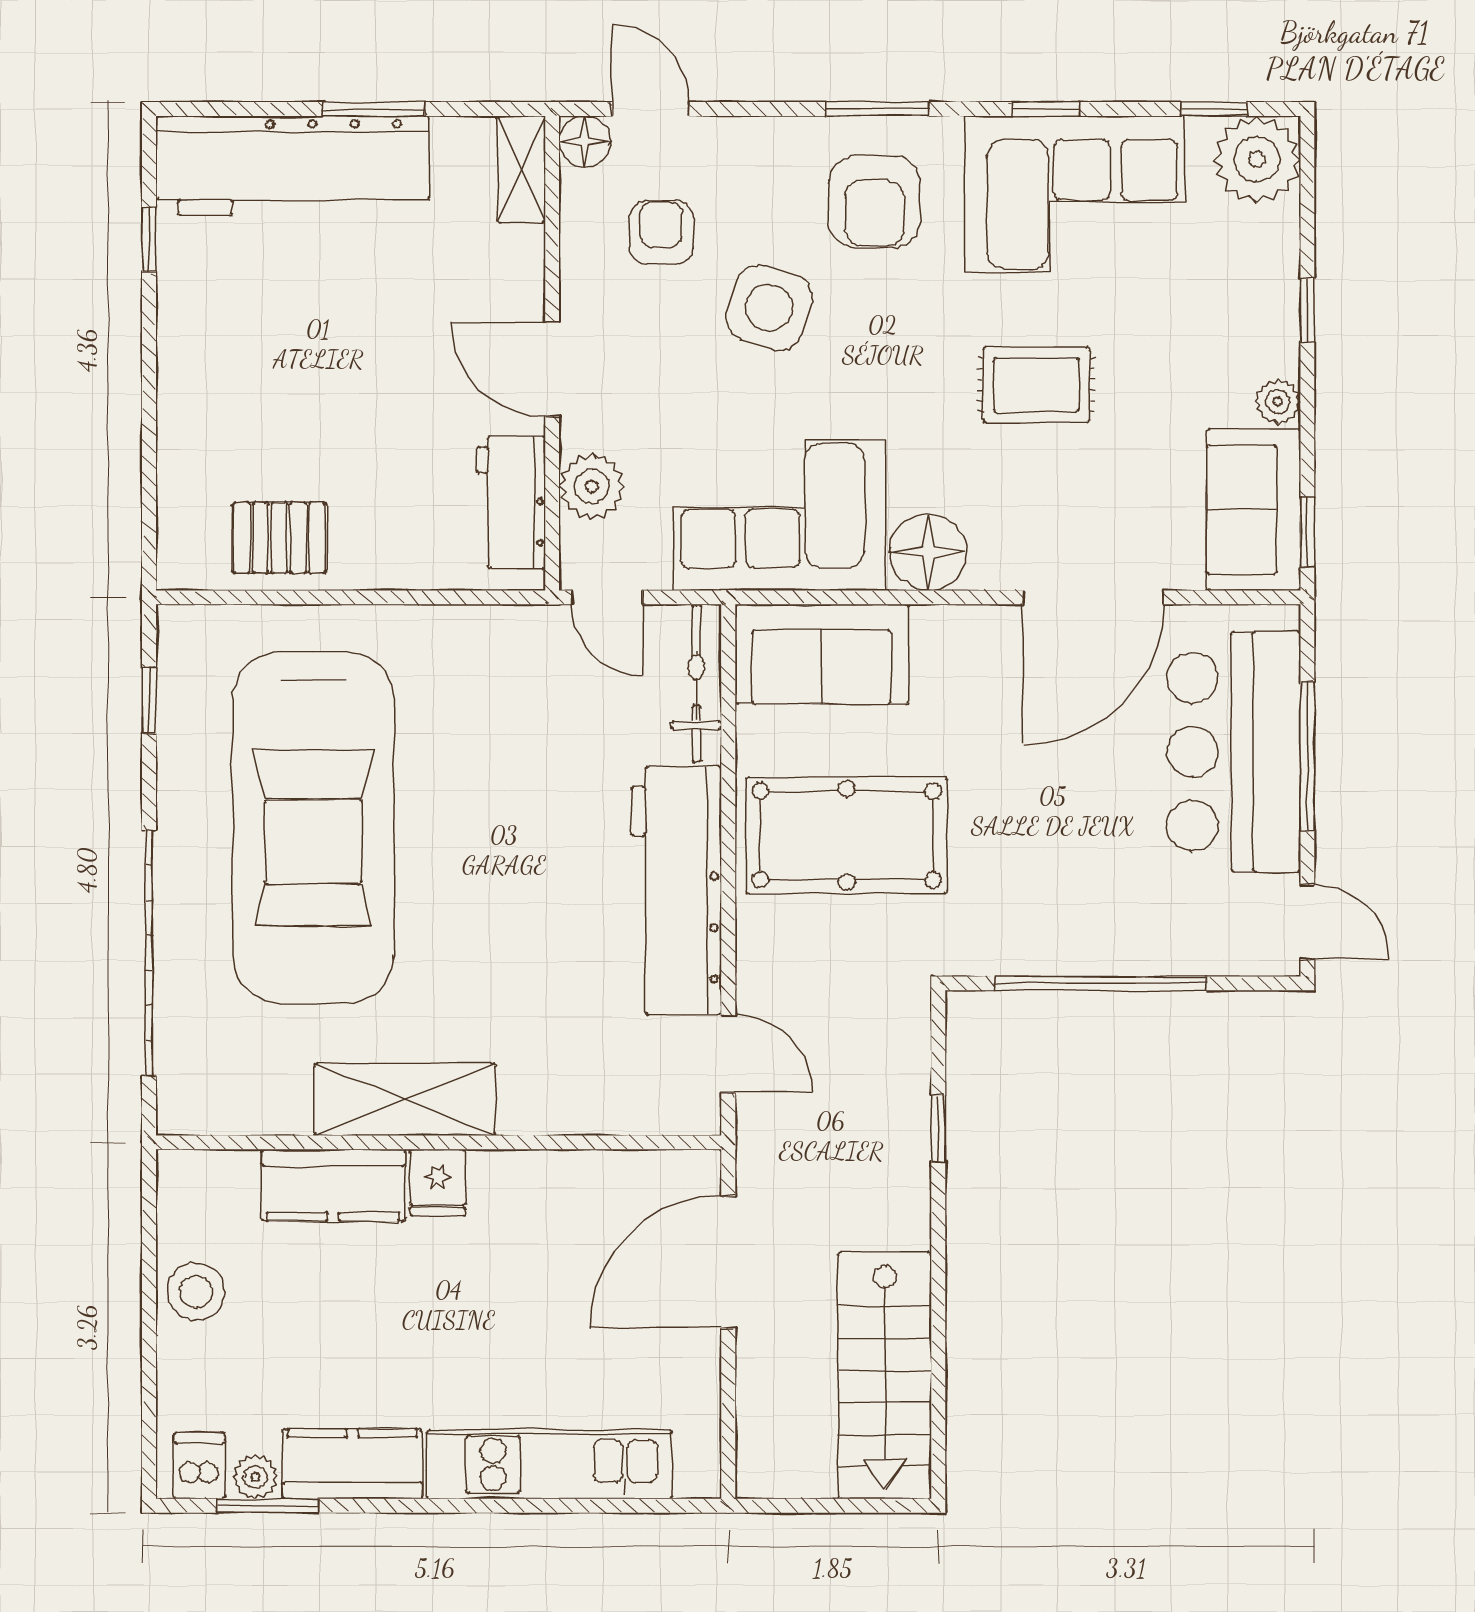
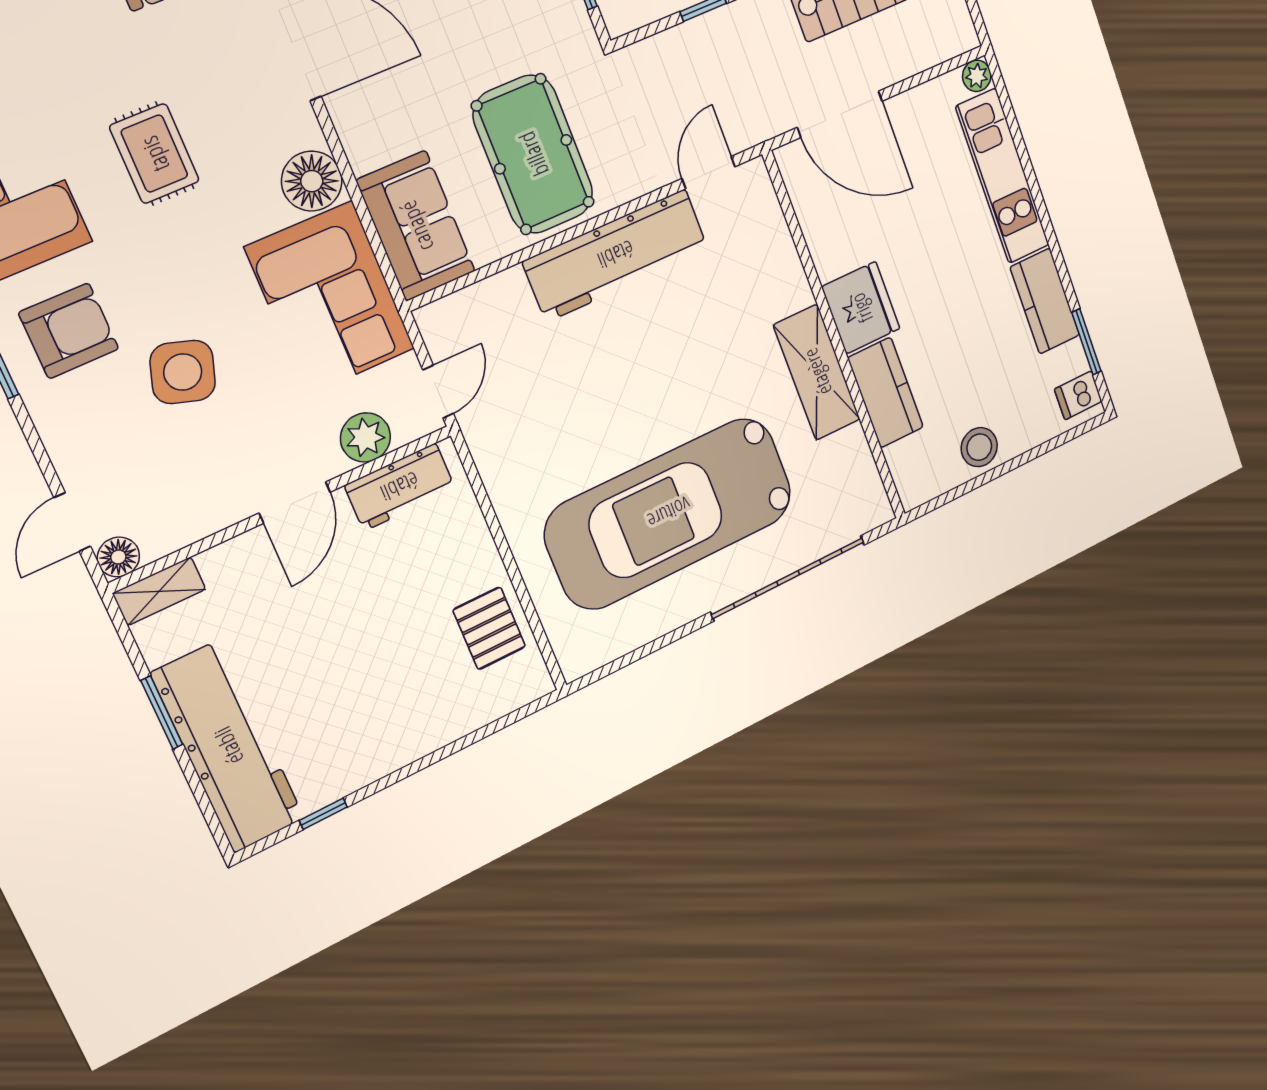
armchair: (661, 232) -> (161, 473), removed
bicycle: (696, 683) -> (472, 304), removed
window: (149, 700) -> (630, 658), removed
car: (313, 827) -> (669, 513), turned 180
fridge: (438, 1183) -> (861, 308), width x1.88, depth x1.34
plant: (256, 1477) -> (977, 76), moved

